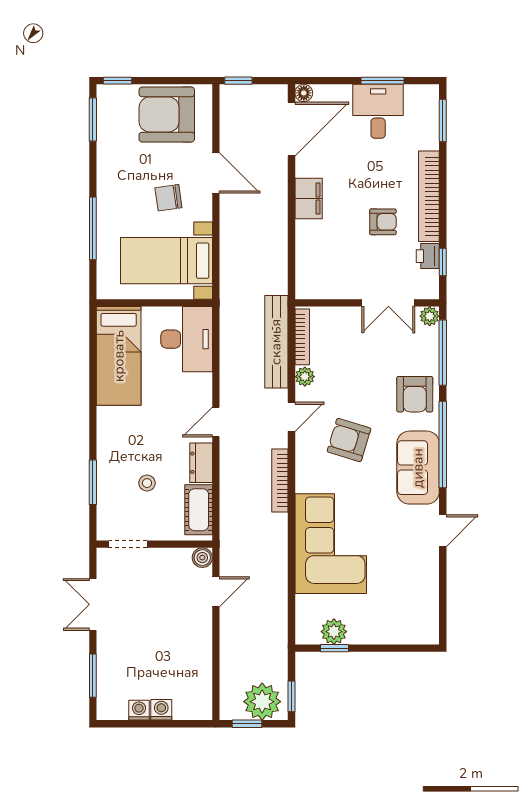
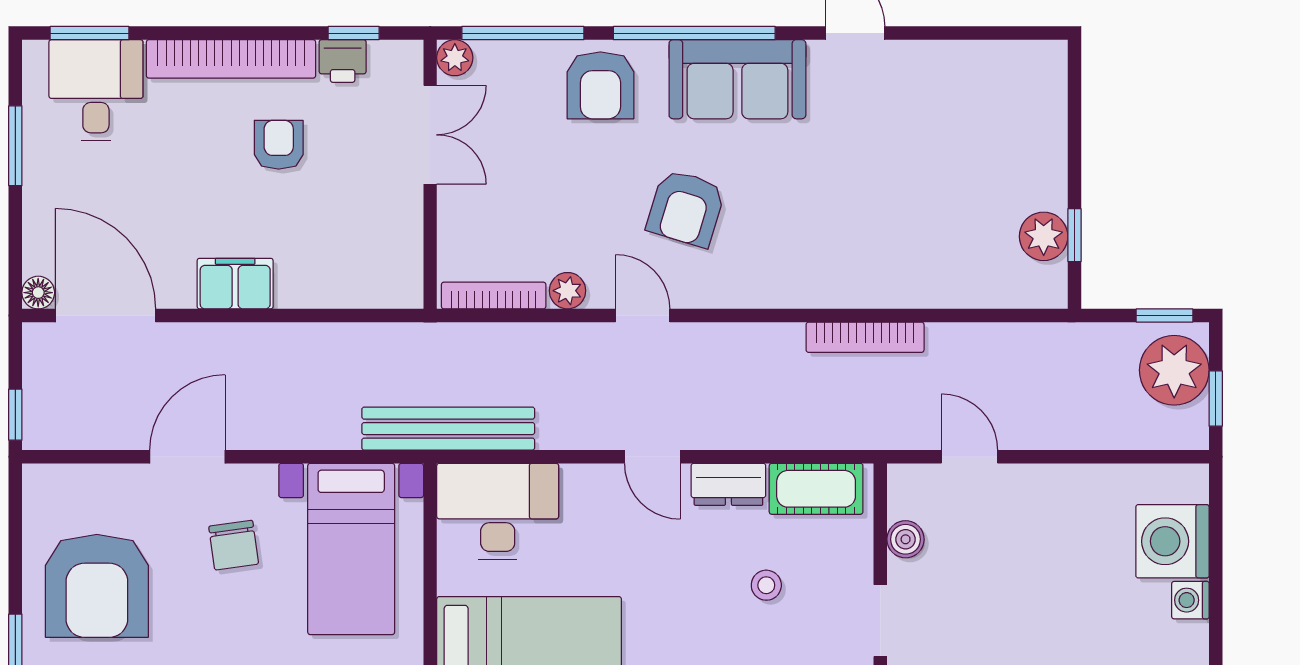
desk: (378, 111) -> (96, 90), moved, turned 90
armchair: (167, 114) -> (97, 586), moved
bench: (276, 342) -> (448, 429), moved
armchair: (415, 394) -> (600, 85), turned 90
bookcase: (280, 480) -> (865, 337), moved
corner sofa: (331, 544) -> (879, 242), removed
boiler: (202, 558) -> (906, 539), moved
washing machine: (161, 710) -> (1172, 541), width x1.89, depth x1.89

